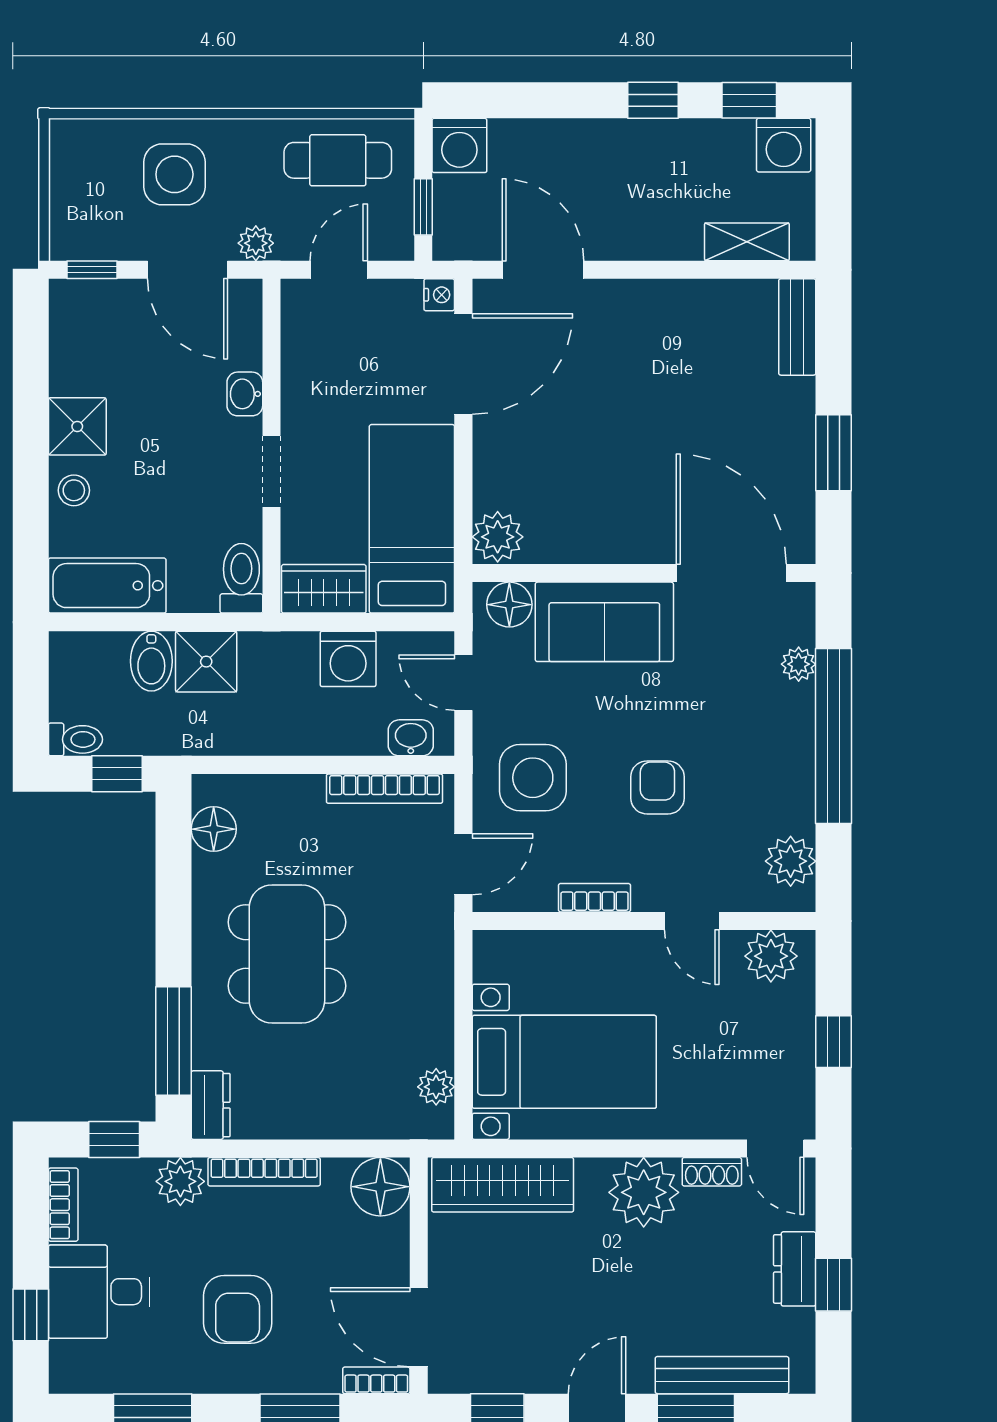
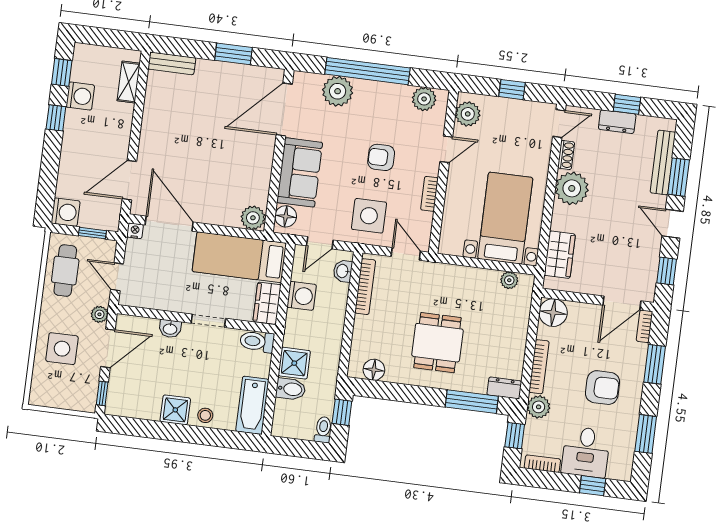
washing machine: (784, 145) -> (80, 96), moved
plant: (799, 664) -> (338, 91), width x1.87, depth x1.87
dining table: (287, 954) -> (437, 343), width x0.73
wardrobe: (503, 1185) -> (560, 255), width x0.67

